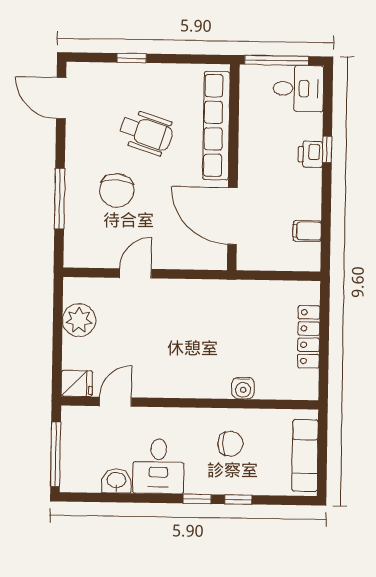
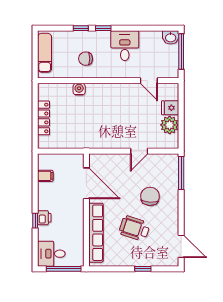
window: (60, 199) -> (181, 173), moved
fridge: (77, 383) -> (170, 108), moved
door: (115, 402) -> (149, 81), hinge flipped
washbasin: (116, 481) -> (171, 37), moved

